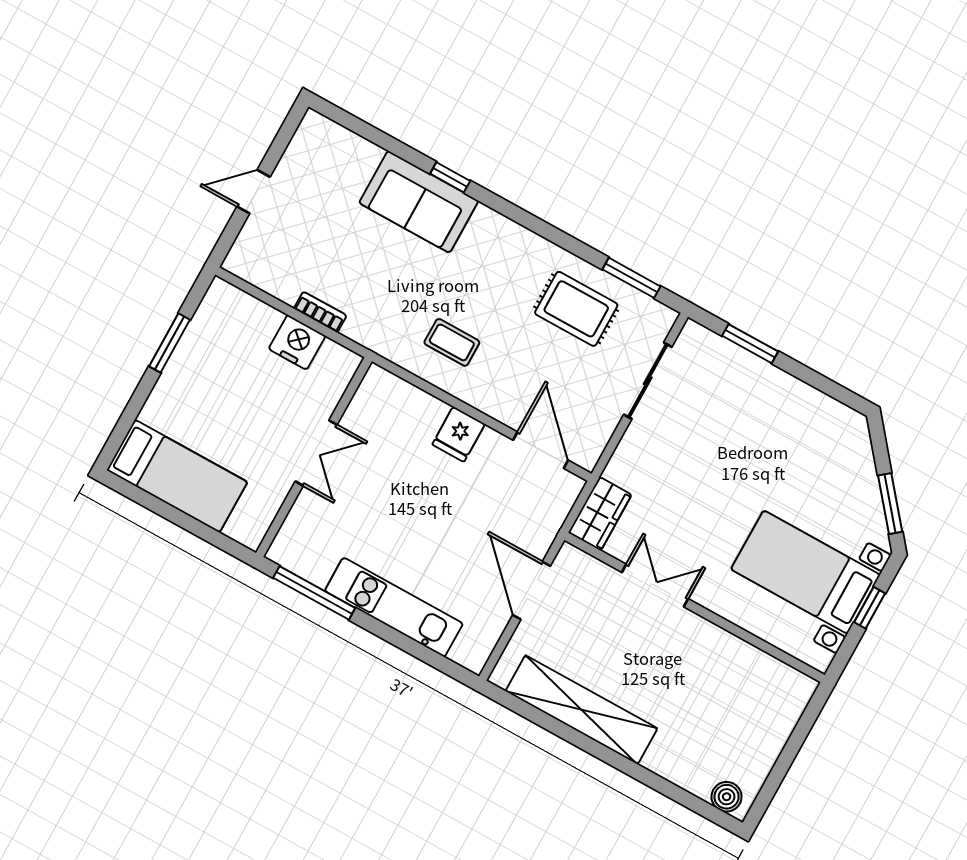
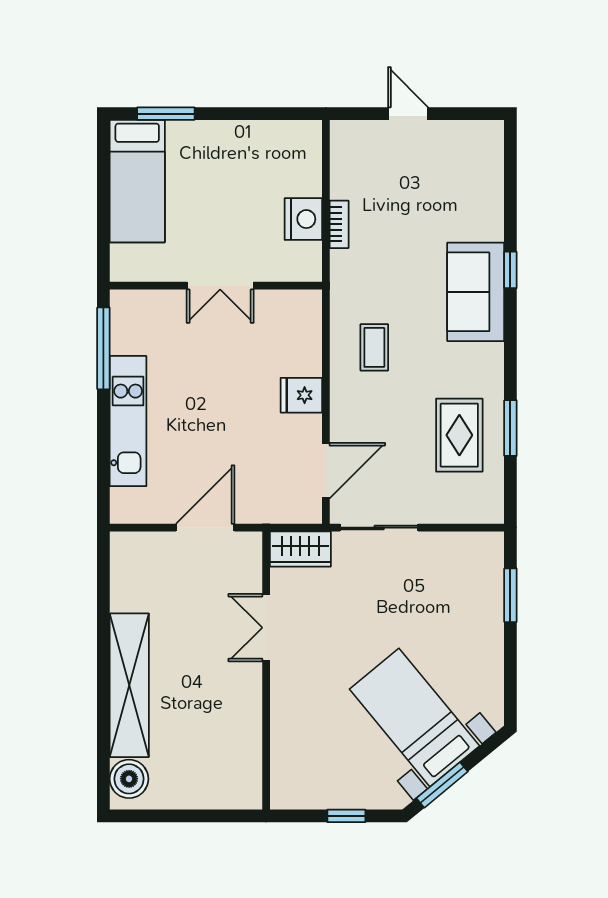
sofa: (419, 202) -> (476, 292), moved
window: (631, 278) -> (510, 428), moved
window: (170, 343) -> (166, 114), moved
sliding door: (648, 381) -> (379, 528), moved
bed with nightstands: (805, 572) -> (414, 717), moved, turned -40
double door: (655, 586) -> (266, 628), swing flipped
shelving: (581, 710) -> (129, 685), moved
boiler: (727, 797) -> (129, 779), width x1.36, depth x1.36

